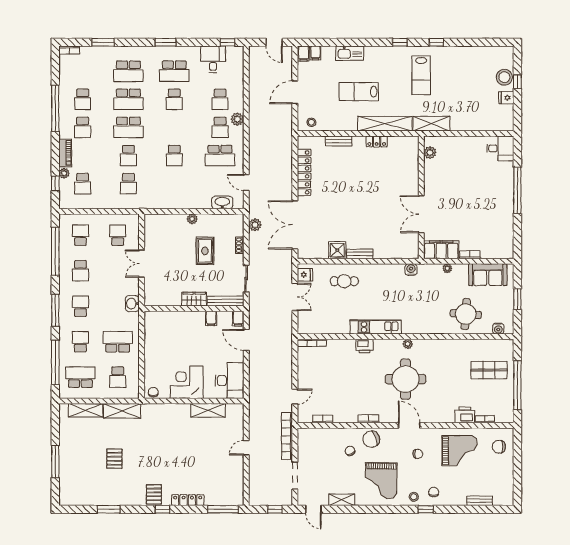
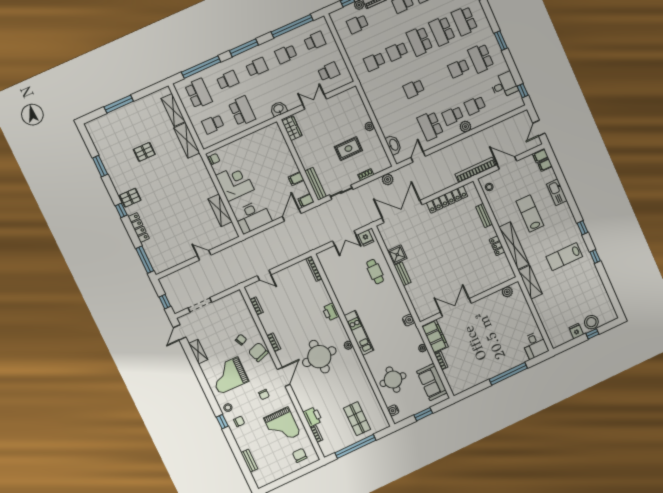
wardrobe: (194, 299) -> (292, 128), moved
kitchen unit: (376, 327) -> (359, 333), moved
bookcase: (287, 436) -> (476, 170), moved

